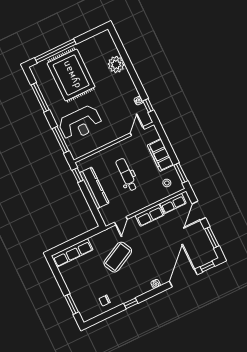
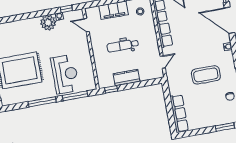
plant: (116, 64) -> (48, 23), moved
window: (40, 97) -> (42, 102), moved
kitchen counter: (94, 188) -> (127, 78), width x0.67
door: (121, 221) -> (163, 62), hinge flipped
coffee table: (118, 257) -> (206, 75), moved, turned -63

